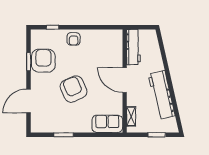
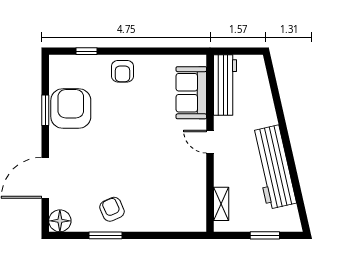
door: (125, 80) -> (210, 142), width x0.53
armchair: (74, 89) -> (112, 209), moved, width x0.53, depth x0.53
sofa: (107, 124) -> (191, 93), moved, turned -90
floor lamp: (37, 126) -> (60, 221), added

